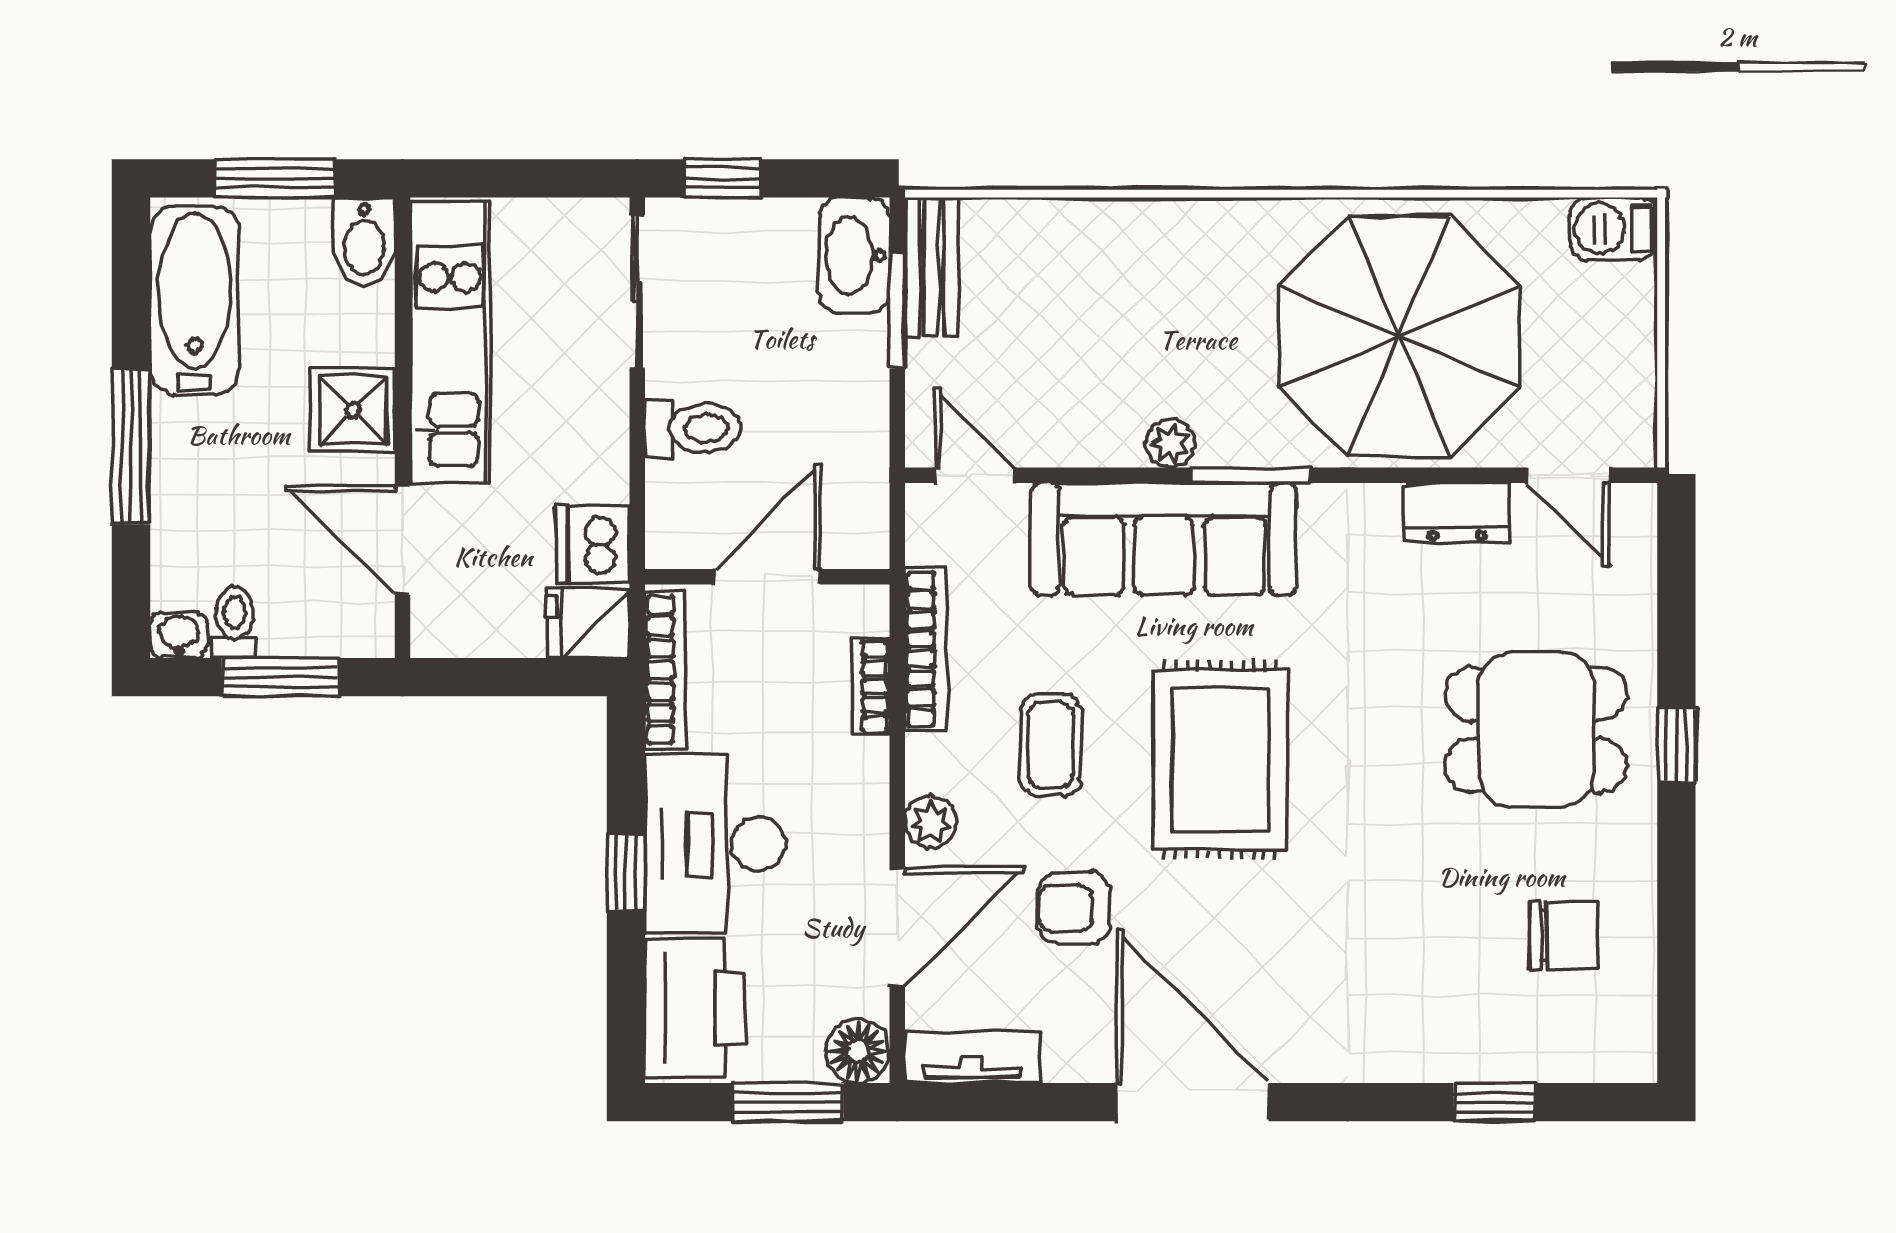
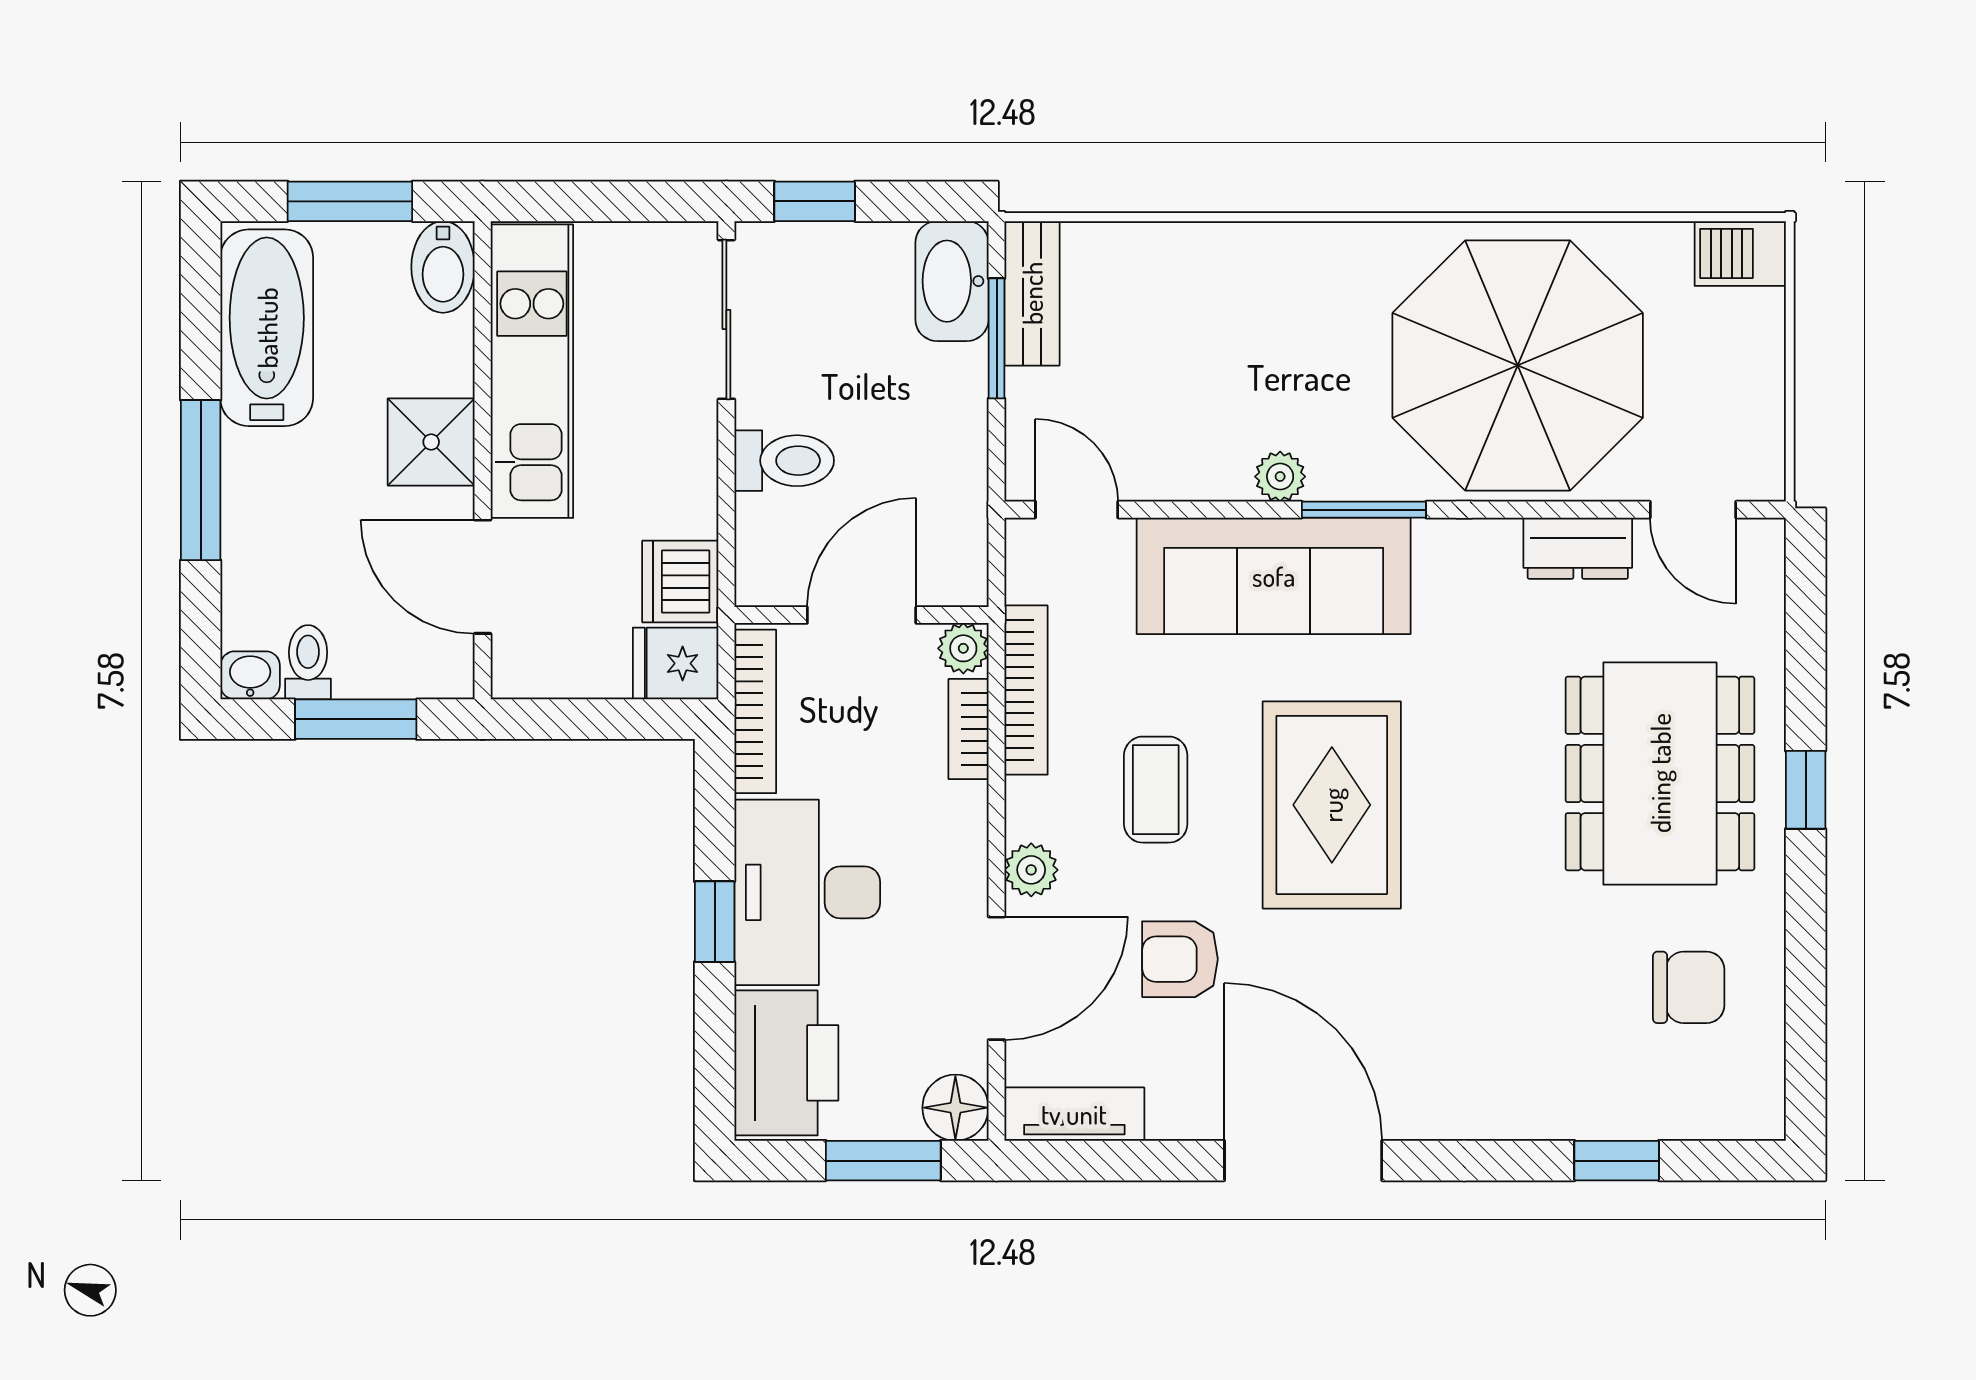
plant: (865, 609) -> (963, 648), added
dining table: (1536, 729) -> (1660, 773), width x1.38

